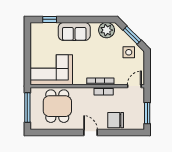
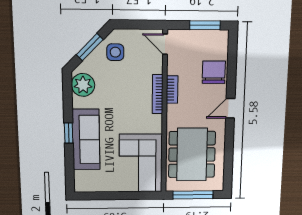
window: (50, 19) -> (69, 133), moved
sofa: (74, 31) -> (86, 140), width x1.36
dining table: (57, 106) -> (192, 155), width x1.38
chair: (116, 120) -> (214, 72), turned 180

